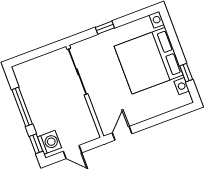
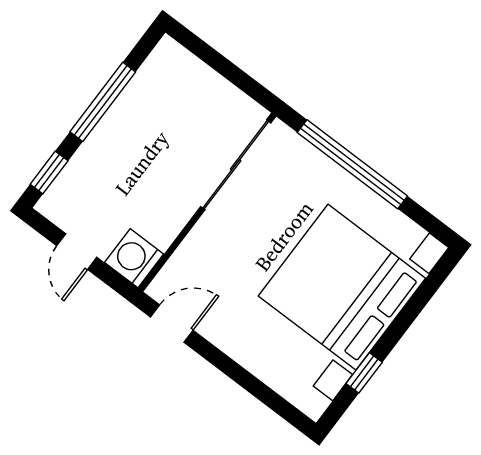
window: (105, 28) -> (352, 164), width x3.17
washing machine: (49, 142) -> (134, 258), moved, turned 180

